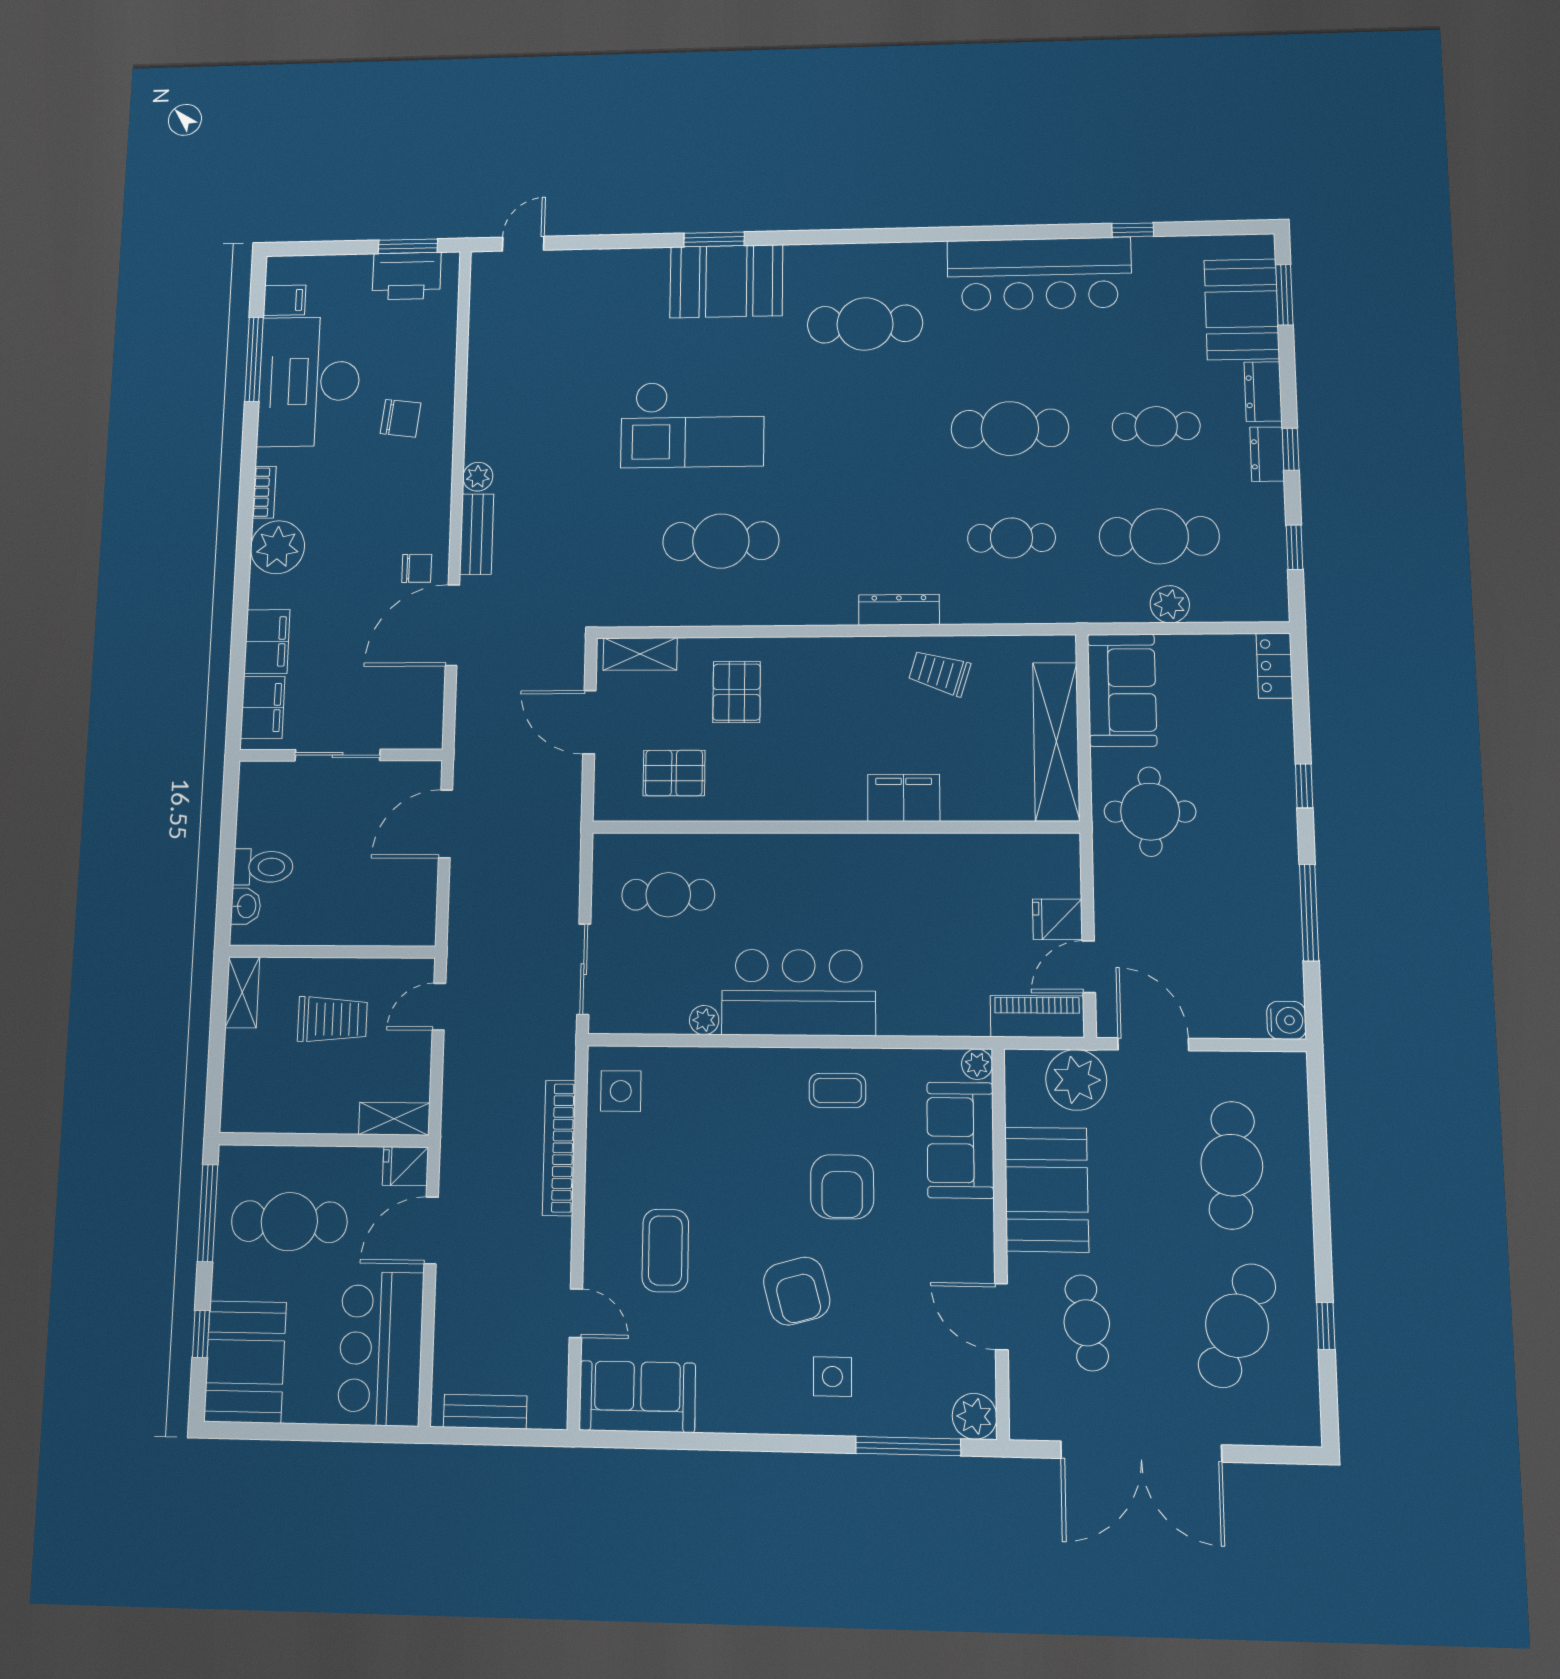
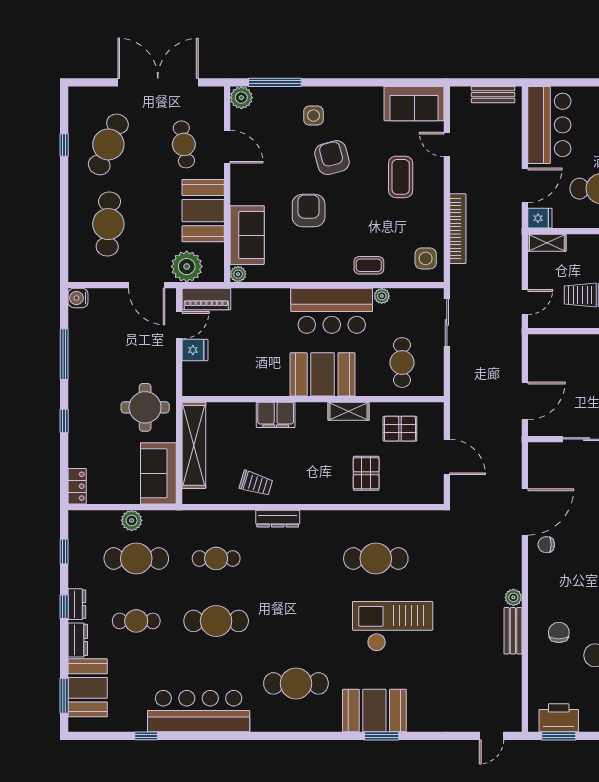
chair: (401, 418) -> (559, 632), turned 83
bench: (477, 534) -> (513, 631), moved
shelving: (640, 654) -> (349, 411), moved
booth: (816, 873) -> (323, 374), added
cafe table: (668, 895) -> (402, 363), turned 90
coffee table: (837, 1090) -> (369, 265), moved

